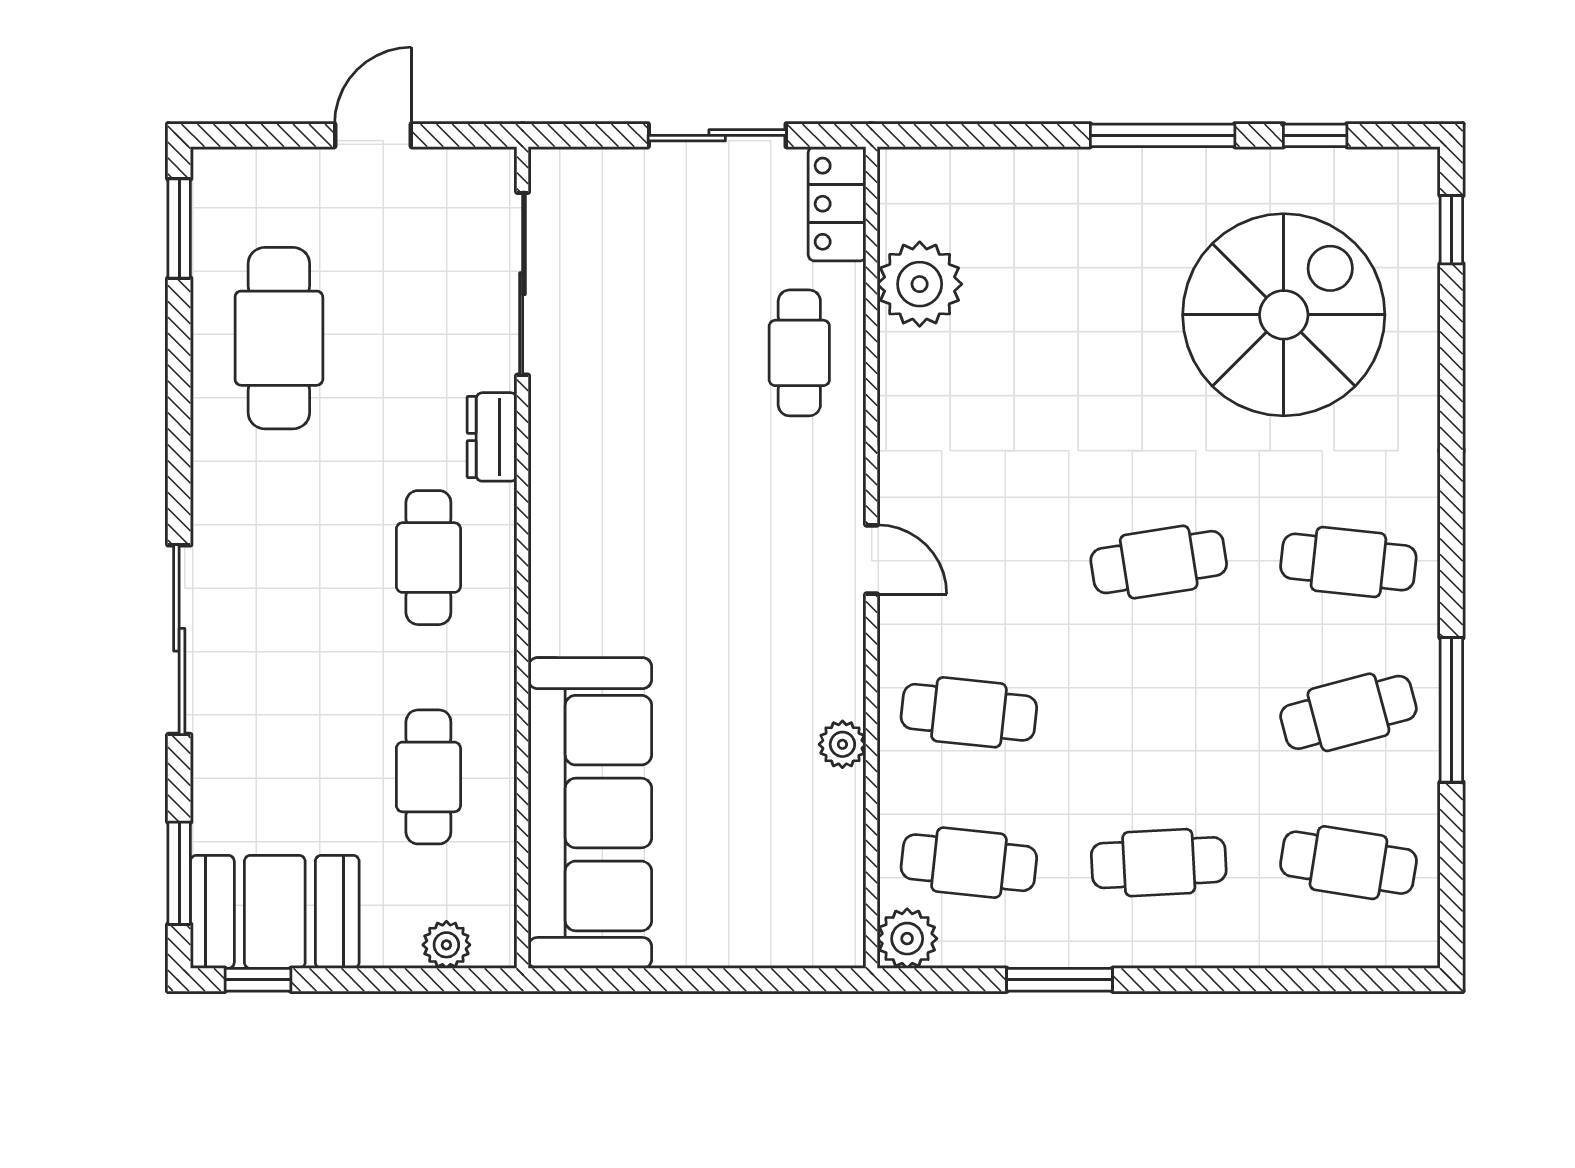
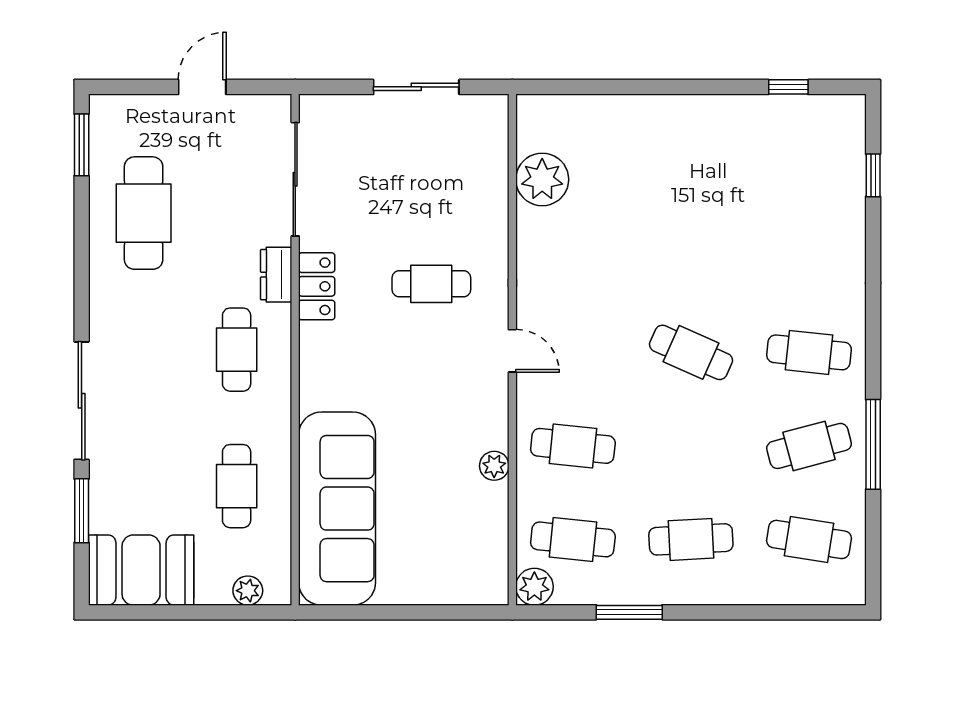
window: (1163, 135) -> (693, 87), removed
locker: (837, 204) -> (317, 286), moved, turned 180
window: (1451, 230) -> (873, 175), moved
spiral stairs: (1284, 315) -> (769, 199), removed
cafe table: (799, 353) -> (431, 284), moved, turned 90
cafe table: (1159, 562) -> (691, 352), turned 33
window: (179, 873) -> (82, 511), moved
window: (258, 980) -> (131, 612), removed

